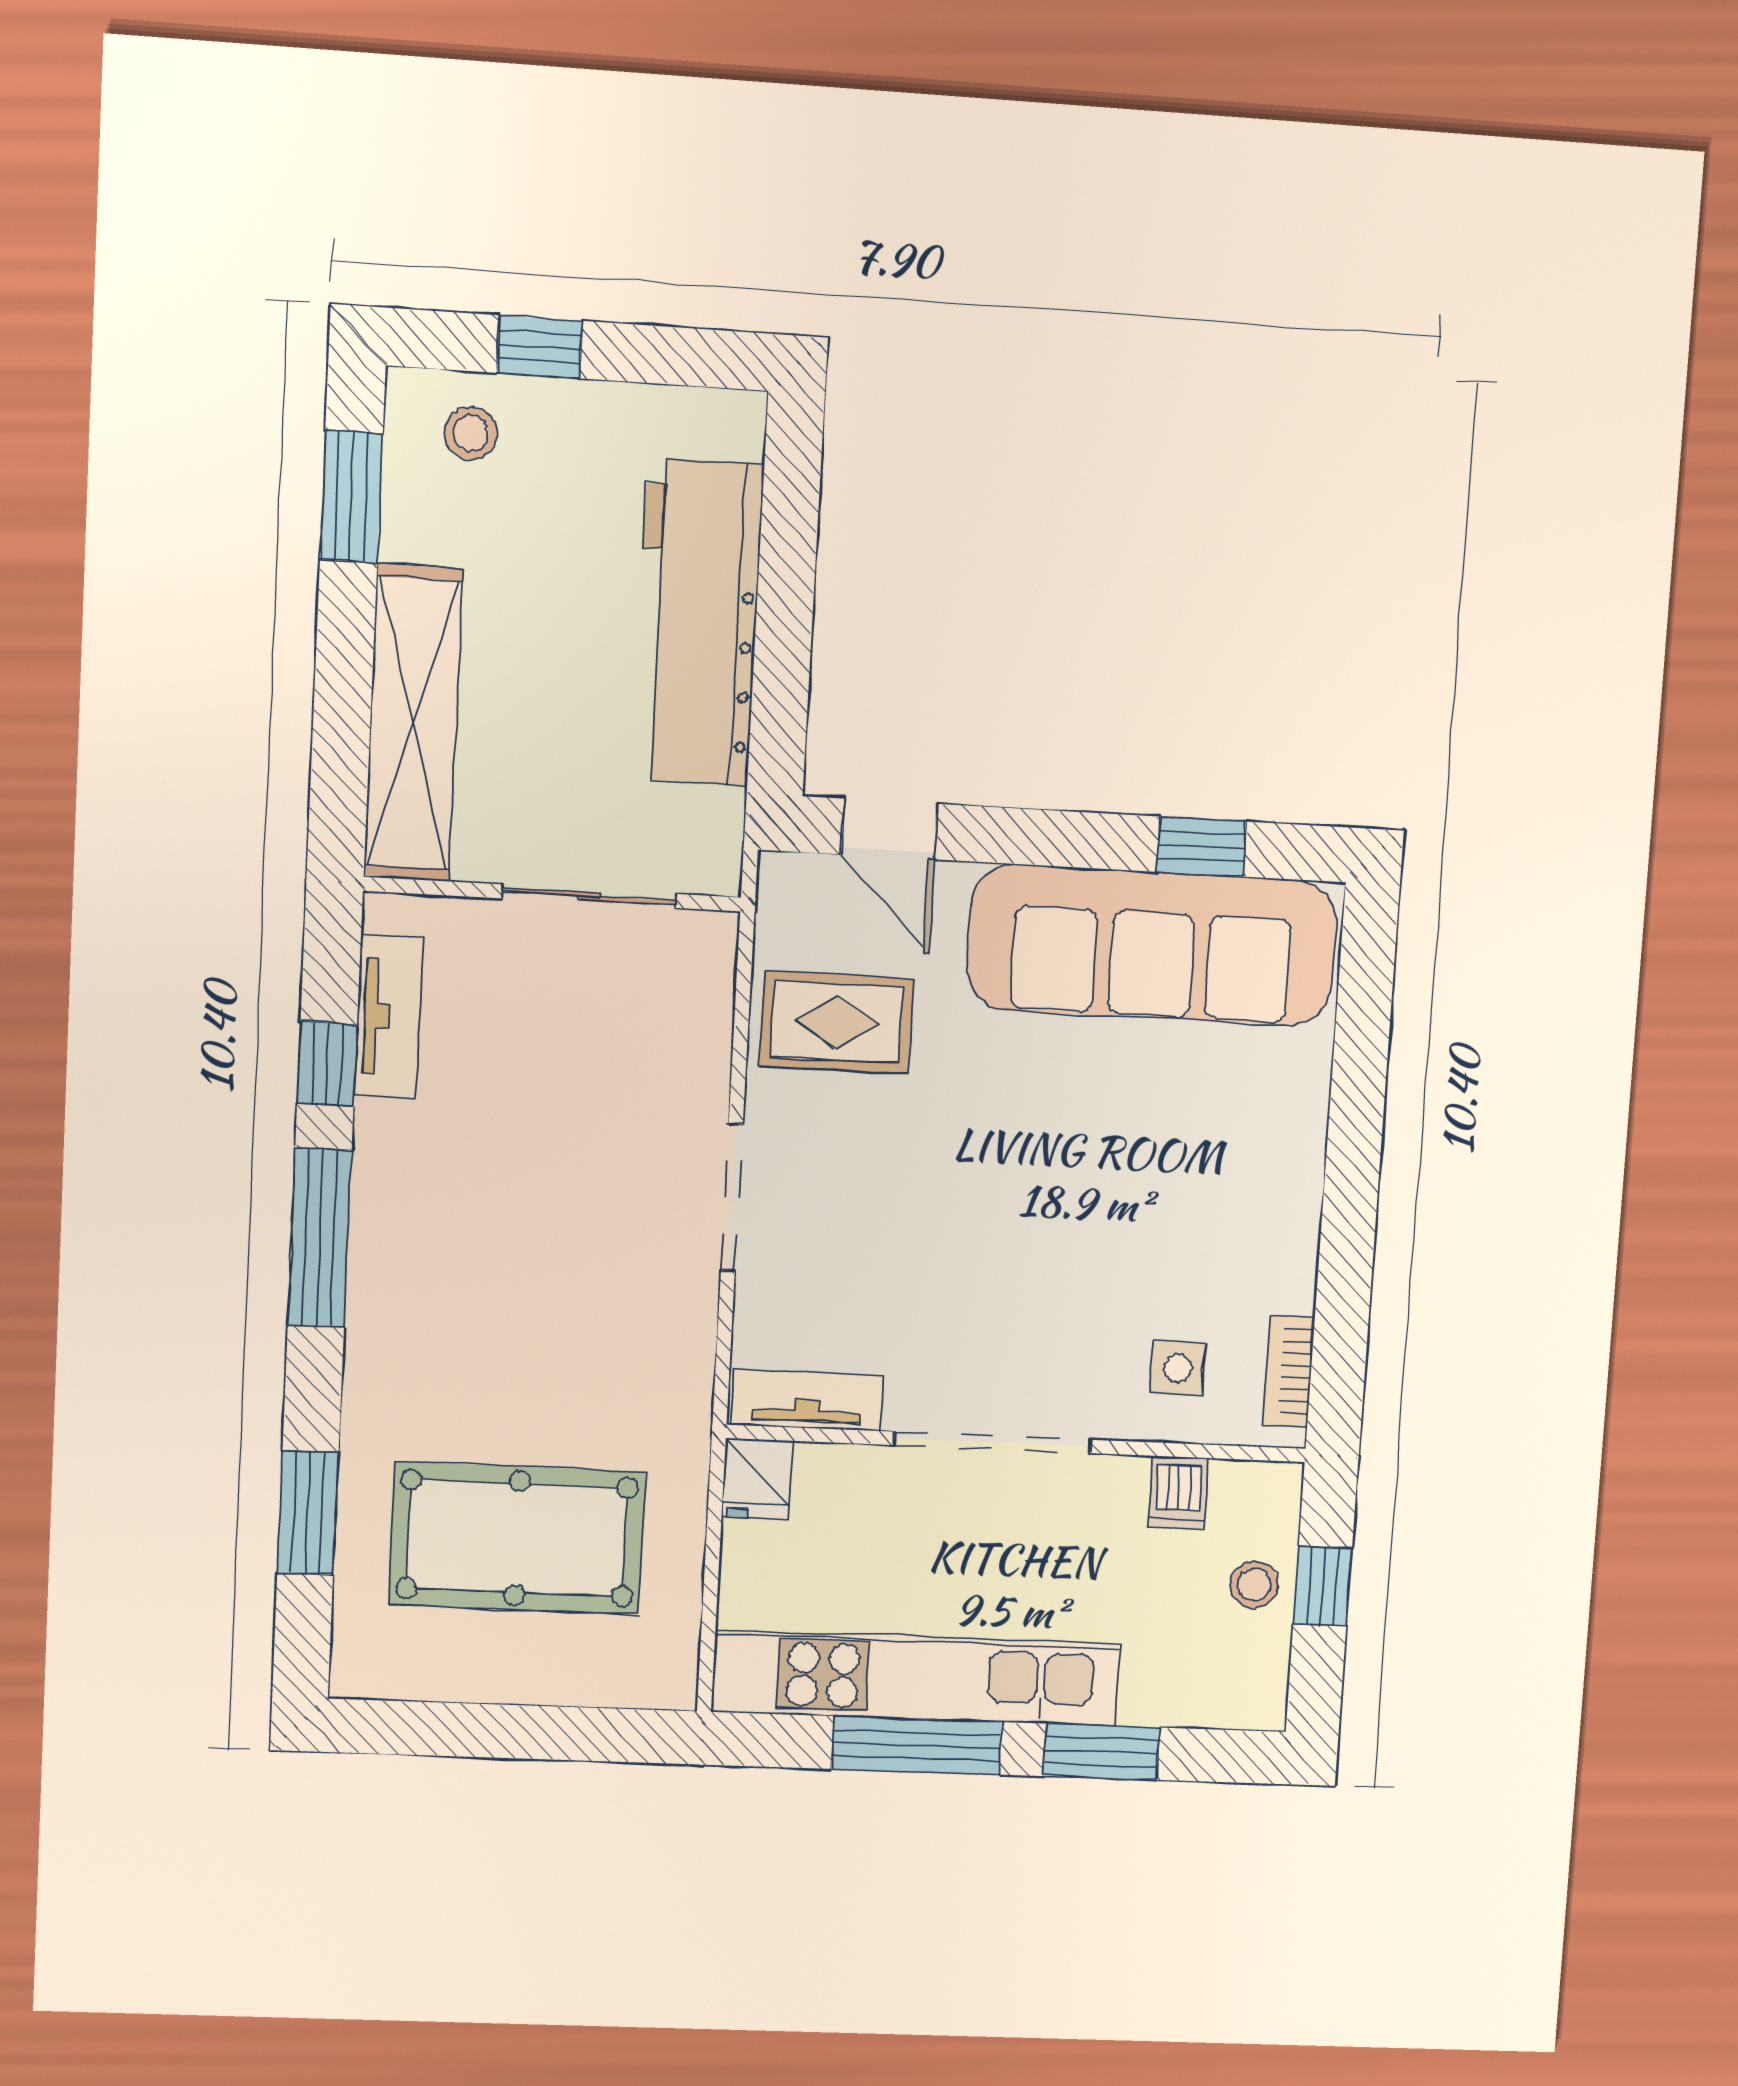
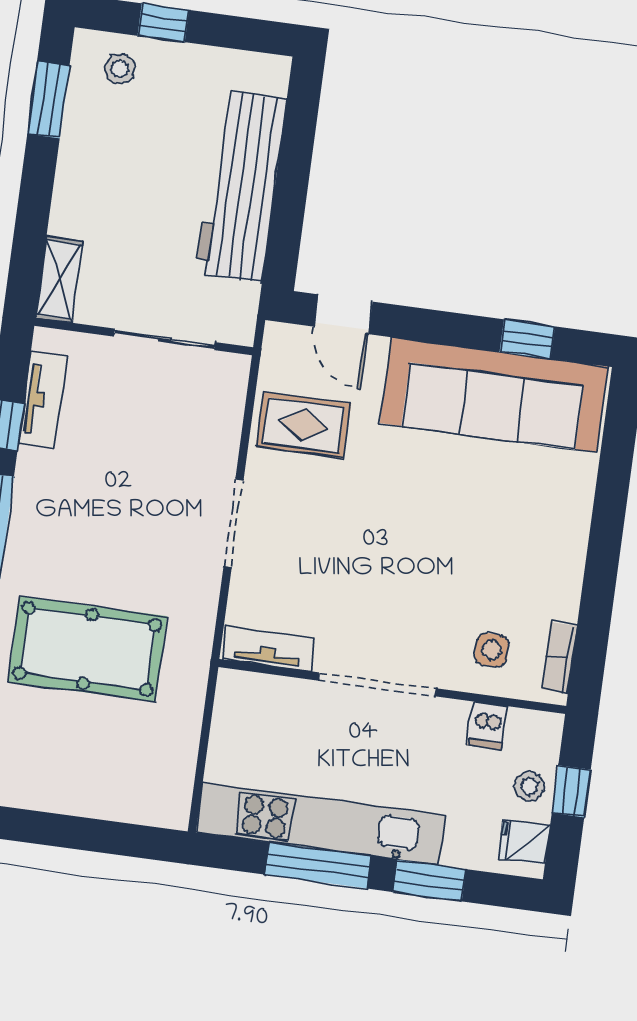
shelving: (413, 723) -> (59, 280), width x0.45, depth x0.75
fridge: (757, 1479) -> (524, 842), moved, turned 90
pool table: (517, 1538) -> (88, 649), moved

